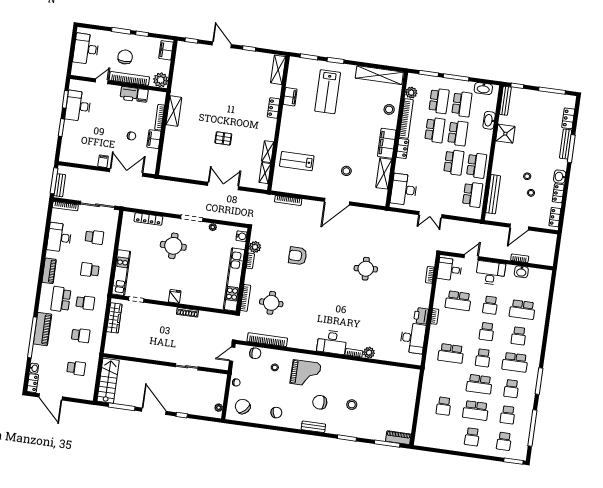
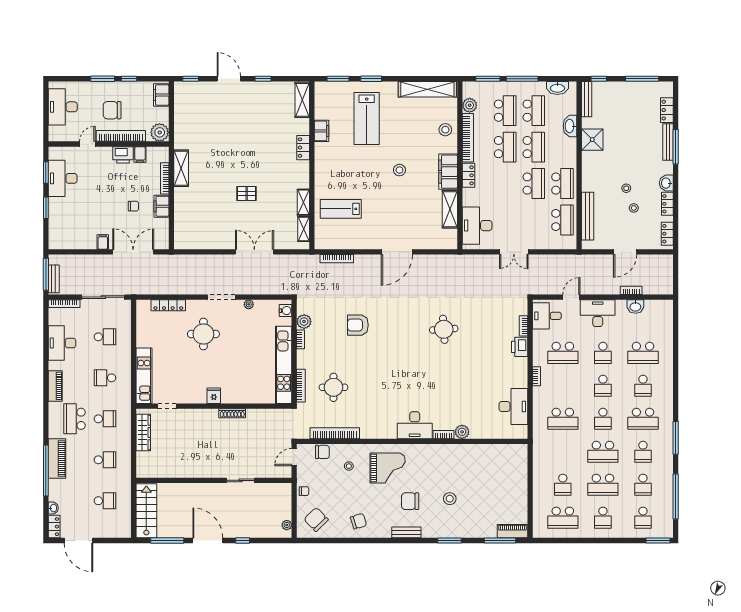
chair: (125, 57) -> (112, 110), turned -90
stool: (346, 171) -> (399, 170), moved
printer: (421, 316) -> (520, 347), moved
school desk: (440, 432) -> (563, 518), added

